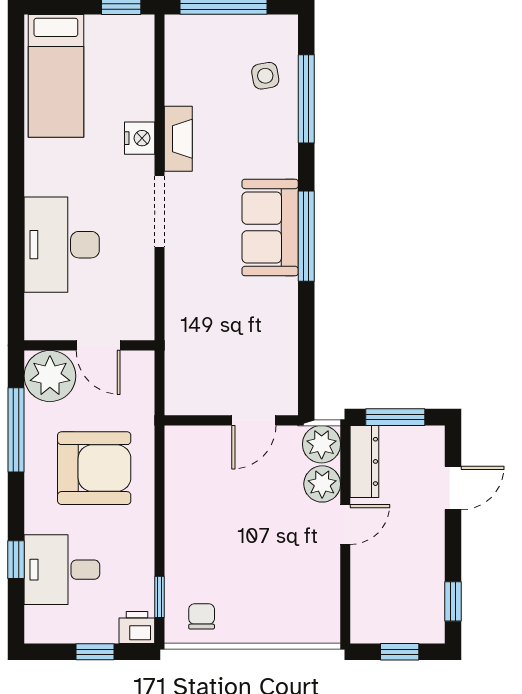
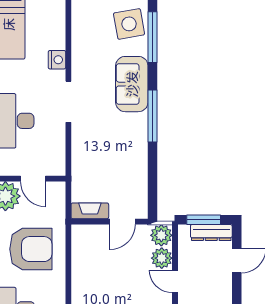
side table: (265, 76) -> (129, 24), width x1.87, depth x1.87
fireplace: (178, 139) -> (90, 211), moved, turned -90
sofa: (270, 227) -> (132, 84), moved
dresser: (364, 461) -> (211, 233), moved, turned 90
door: (345, 524) -> (175, 281), swing flipped

